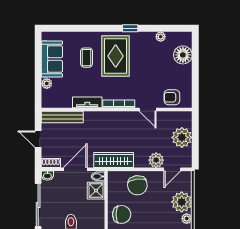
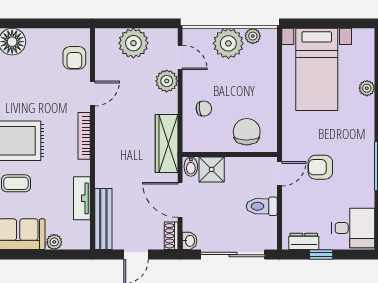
tv unit: (87, 102) -> (82, 198), moved
chair: (137, 185) -> (204, 109), width x0.54, depth x0.54

